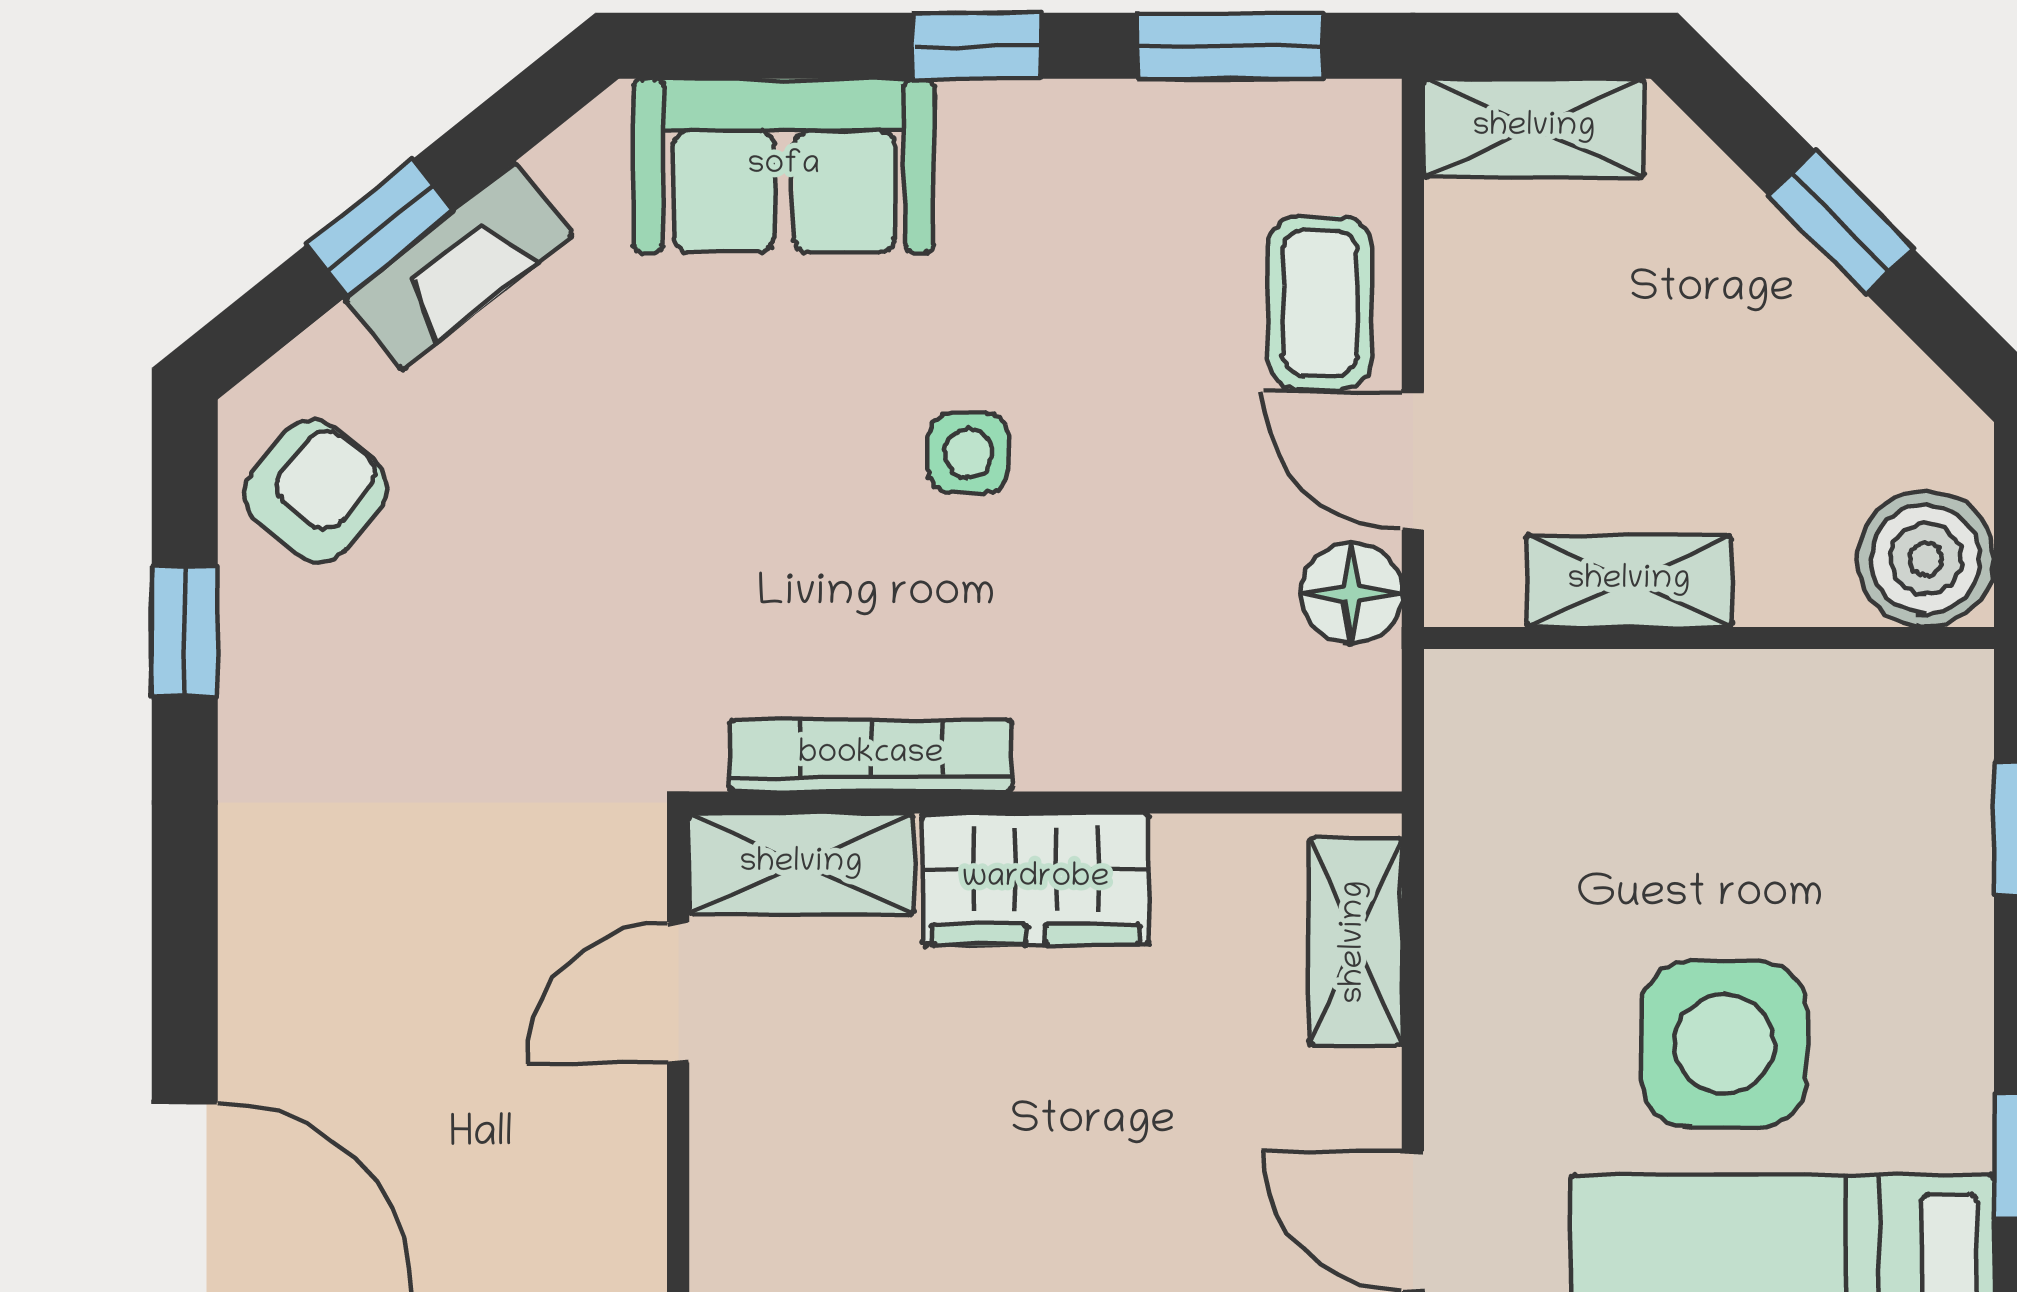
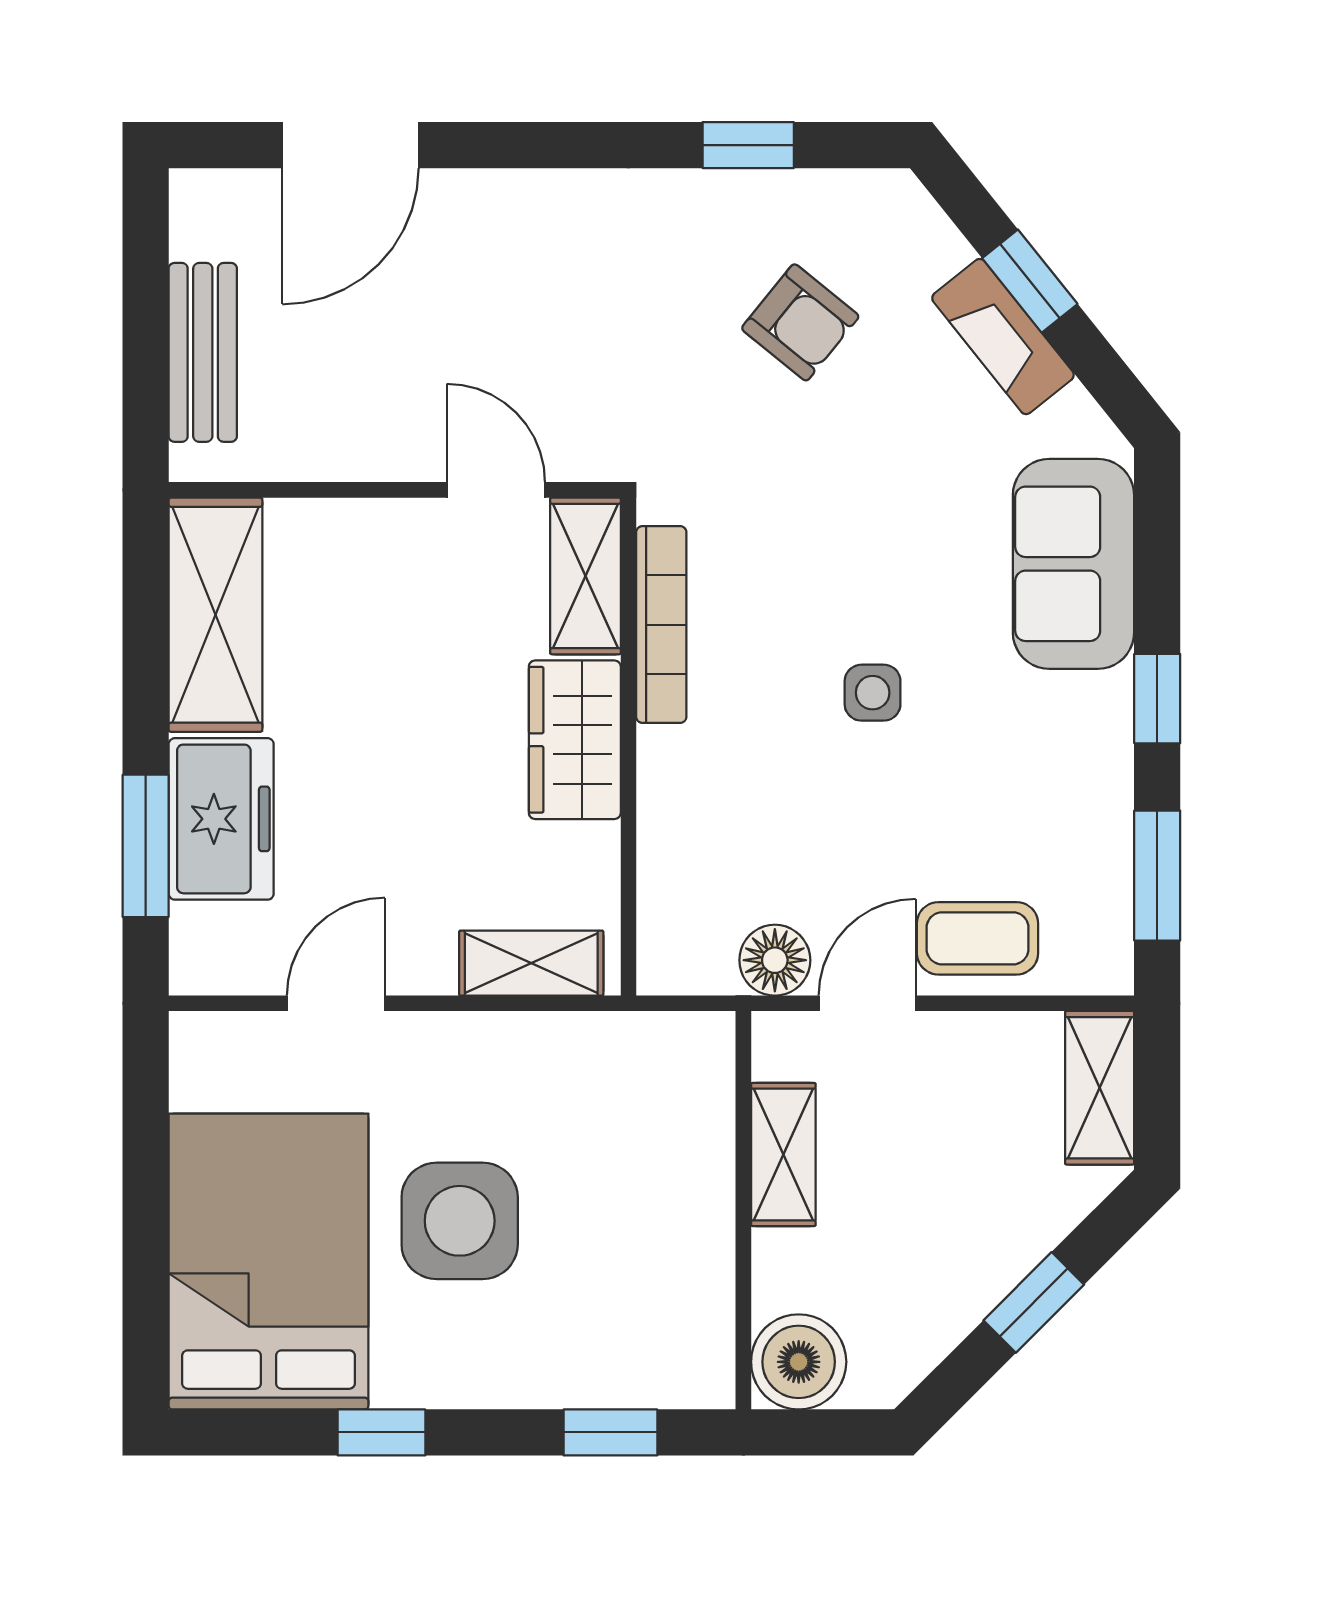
armchair: (316, 491) -> (800, 322), moved

